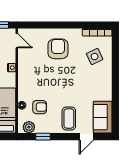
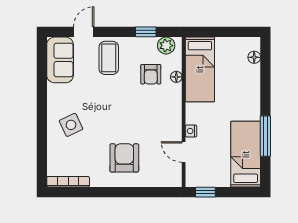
door: (17, 41) -> (184, 152), moved
armchair: (58, 49) -> (124, 158), turned 180
side table: (95, 57) -> (71, 125), moved
armchair: (40, 107) -> (151, 74), turned -90

